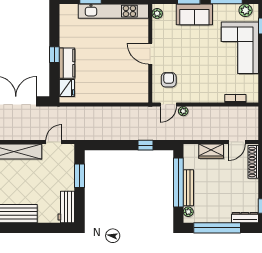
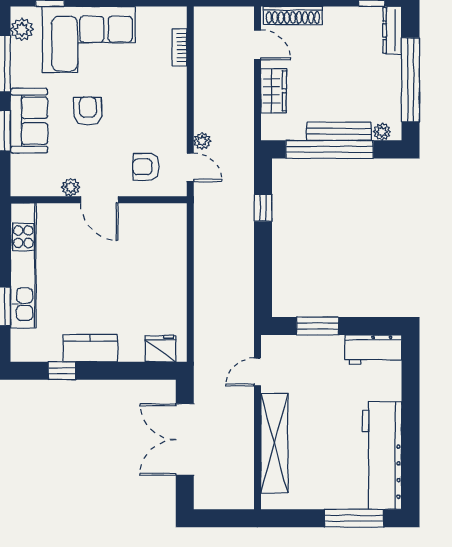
plant: (157, 13) -> (71, 187), moved
armchair: (200, 47) -> (88, 111), added
door: (150, 54) -> (99, 200), hinge flipped
window: (54, 55) -> (62, 371), moved
kitchen counter: (67, 63) -> (90, 348), moved
door: (54, 142) -> (257, 372), hinge flipped

